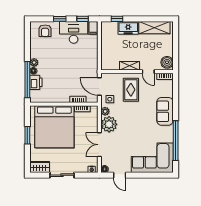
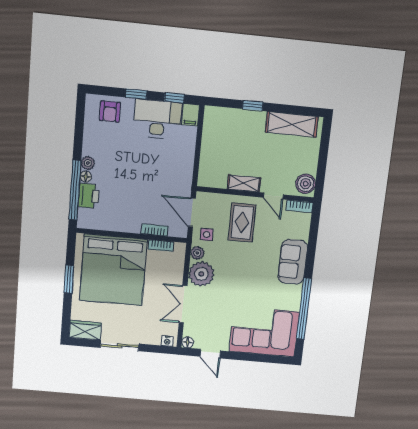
window: (117, 19) -> (253, 106), moved
freezer: (128, 28) -> (249, 121), removed

